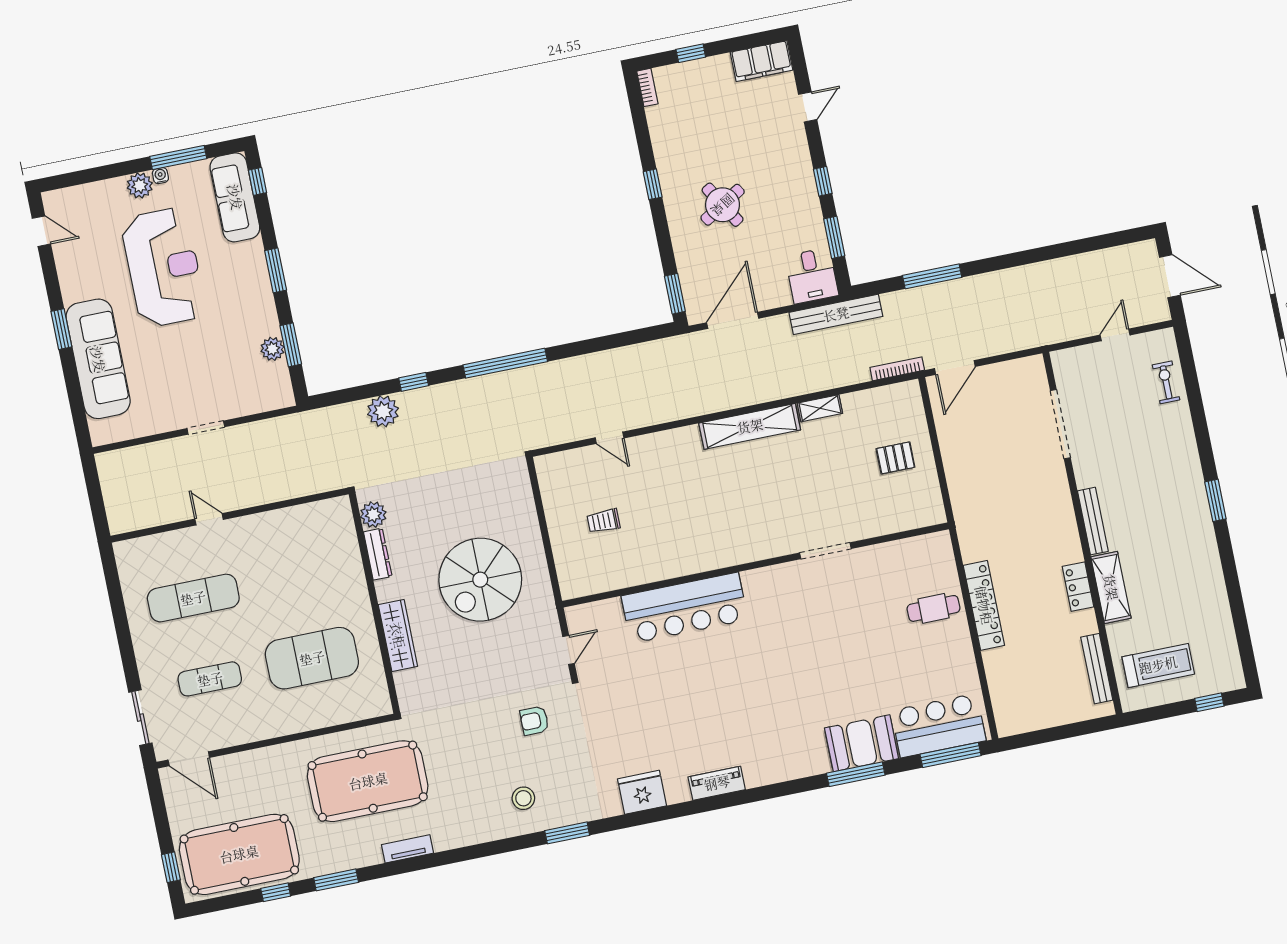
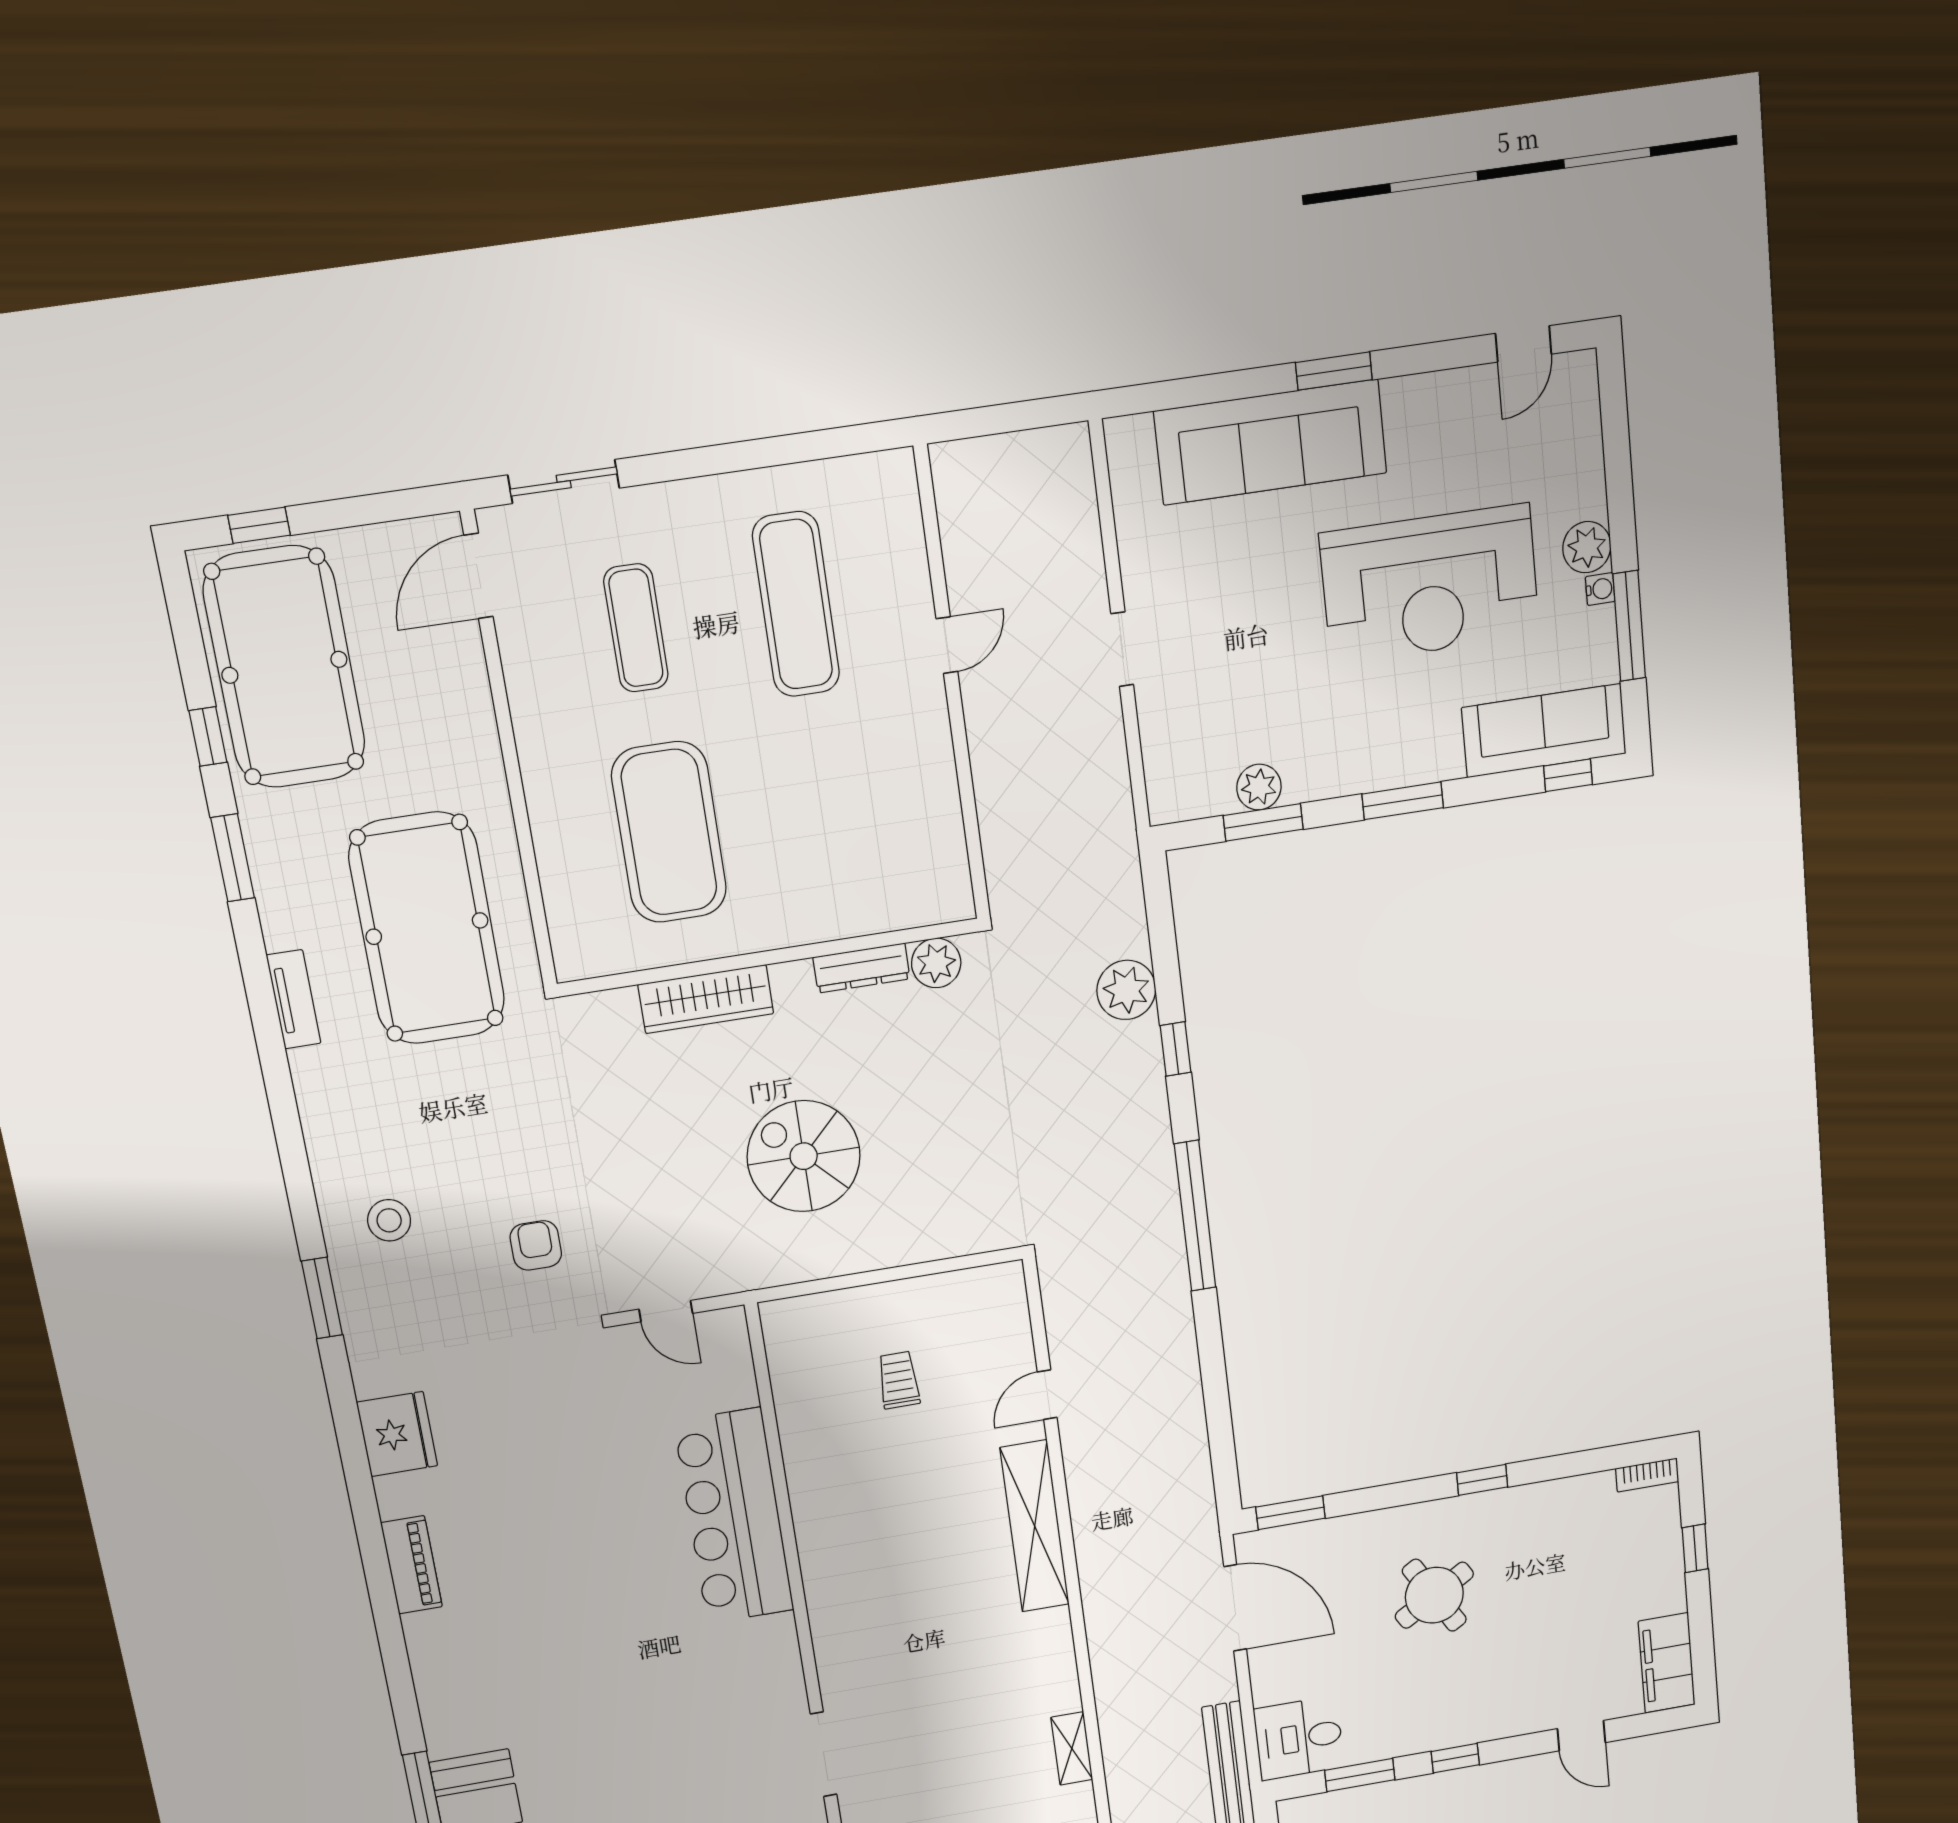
shelving: (750, 426) -> (1035, 1526), moved
spiral stairs: (480, 580) -> (804, 1156), width x0.73, depth x0.73

